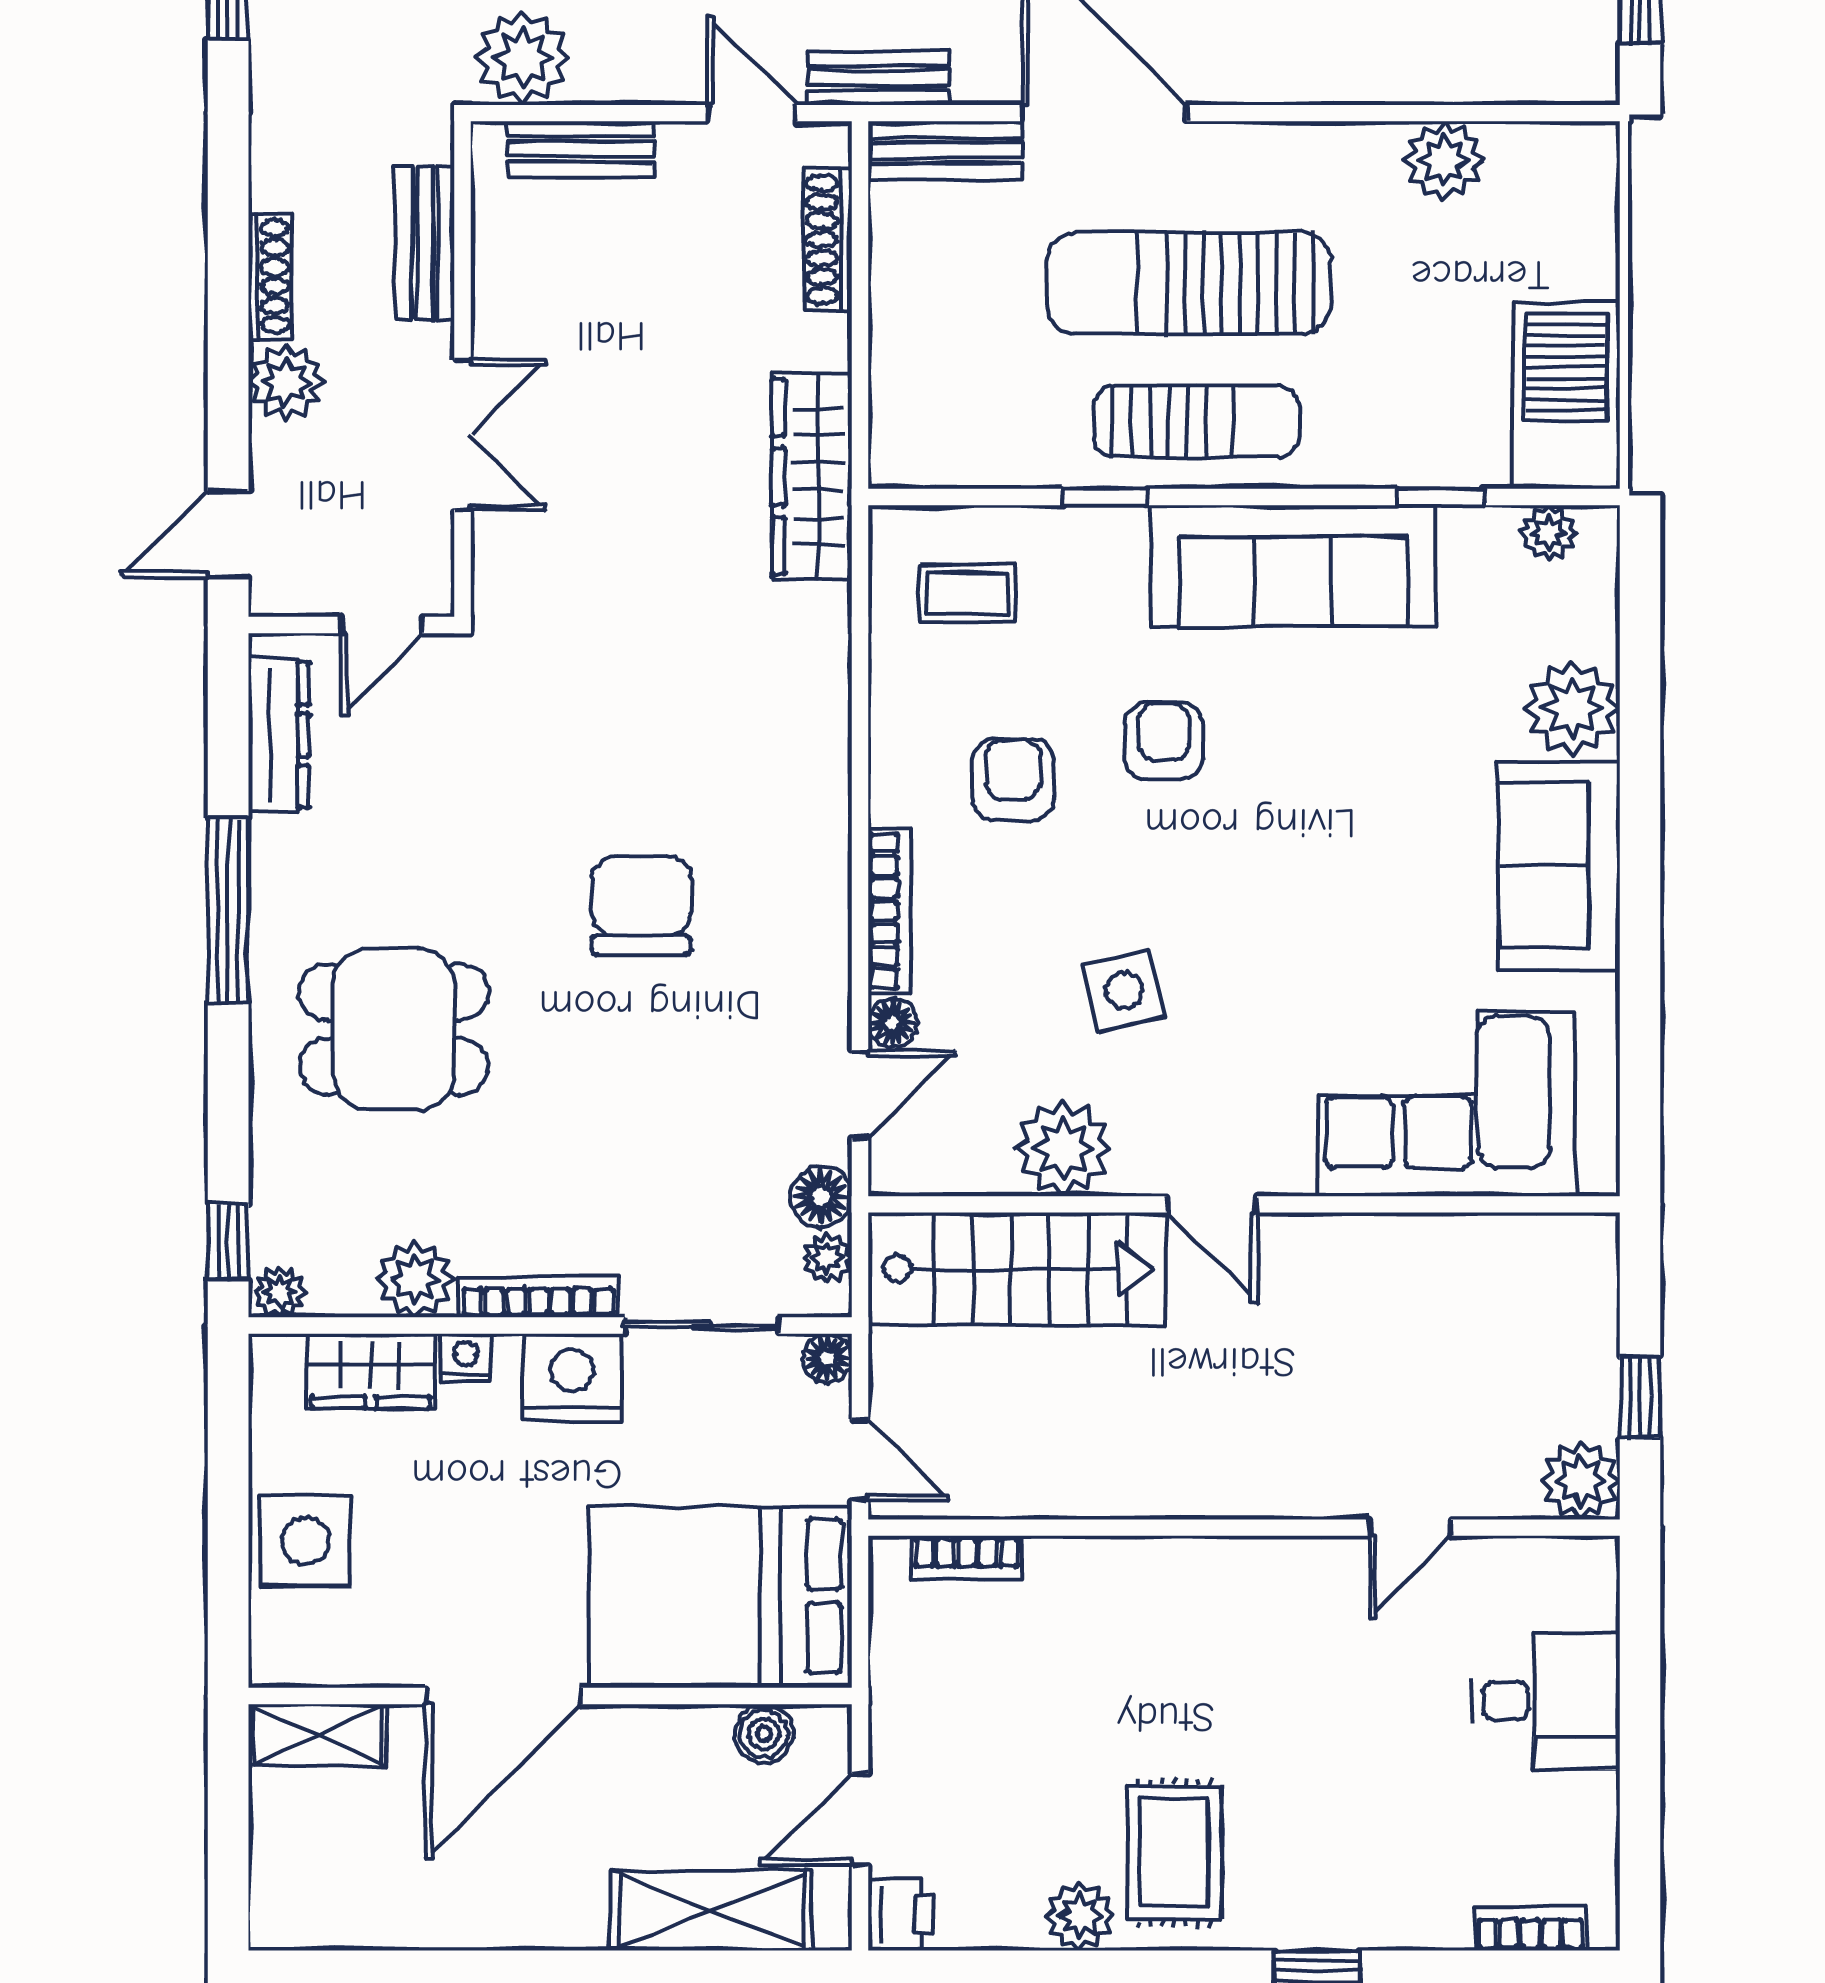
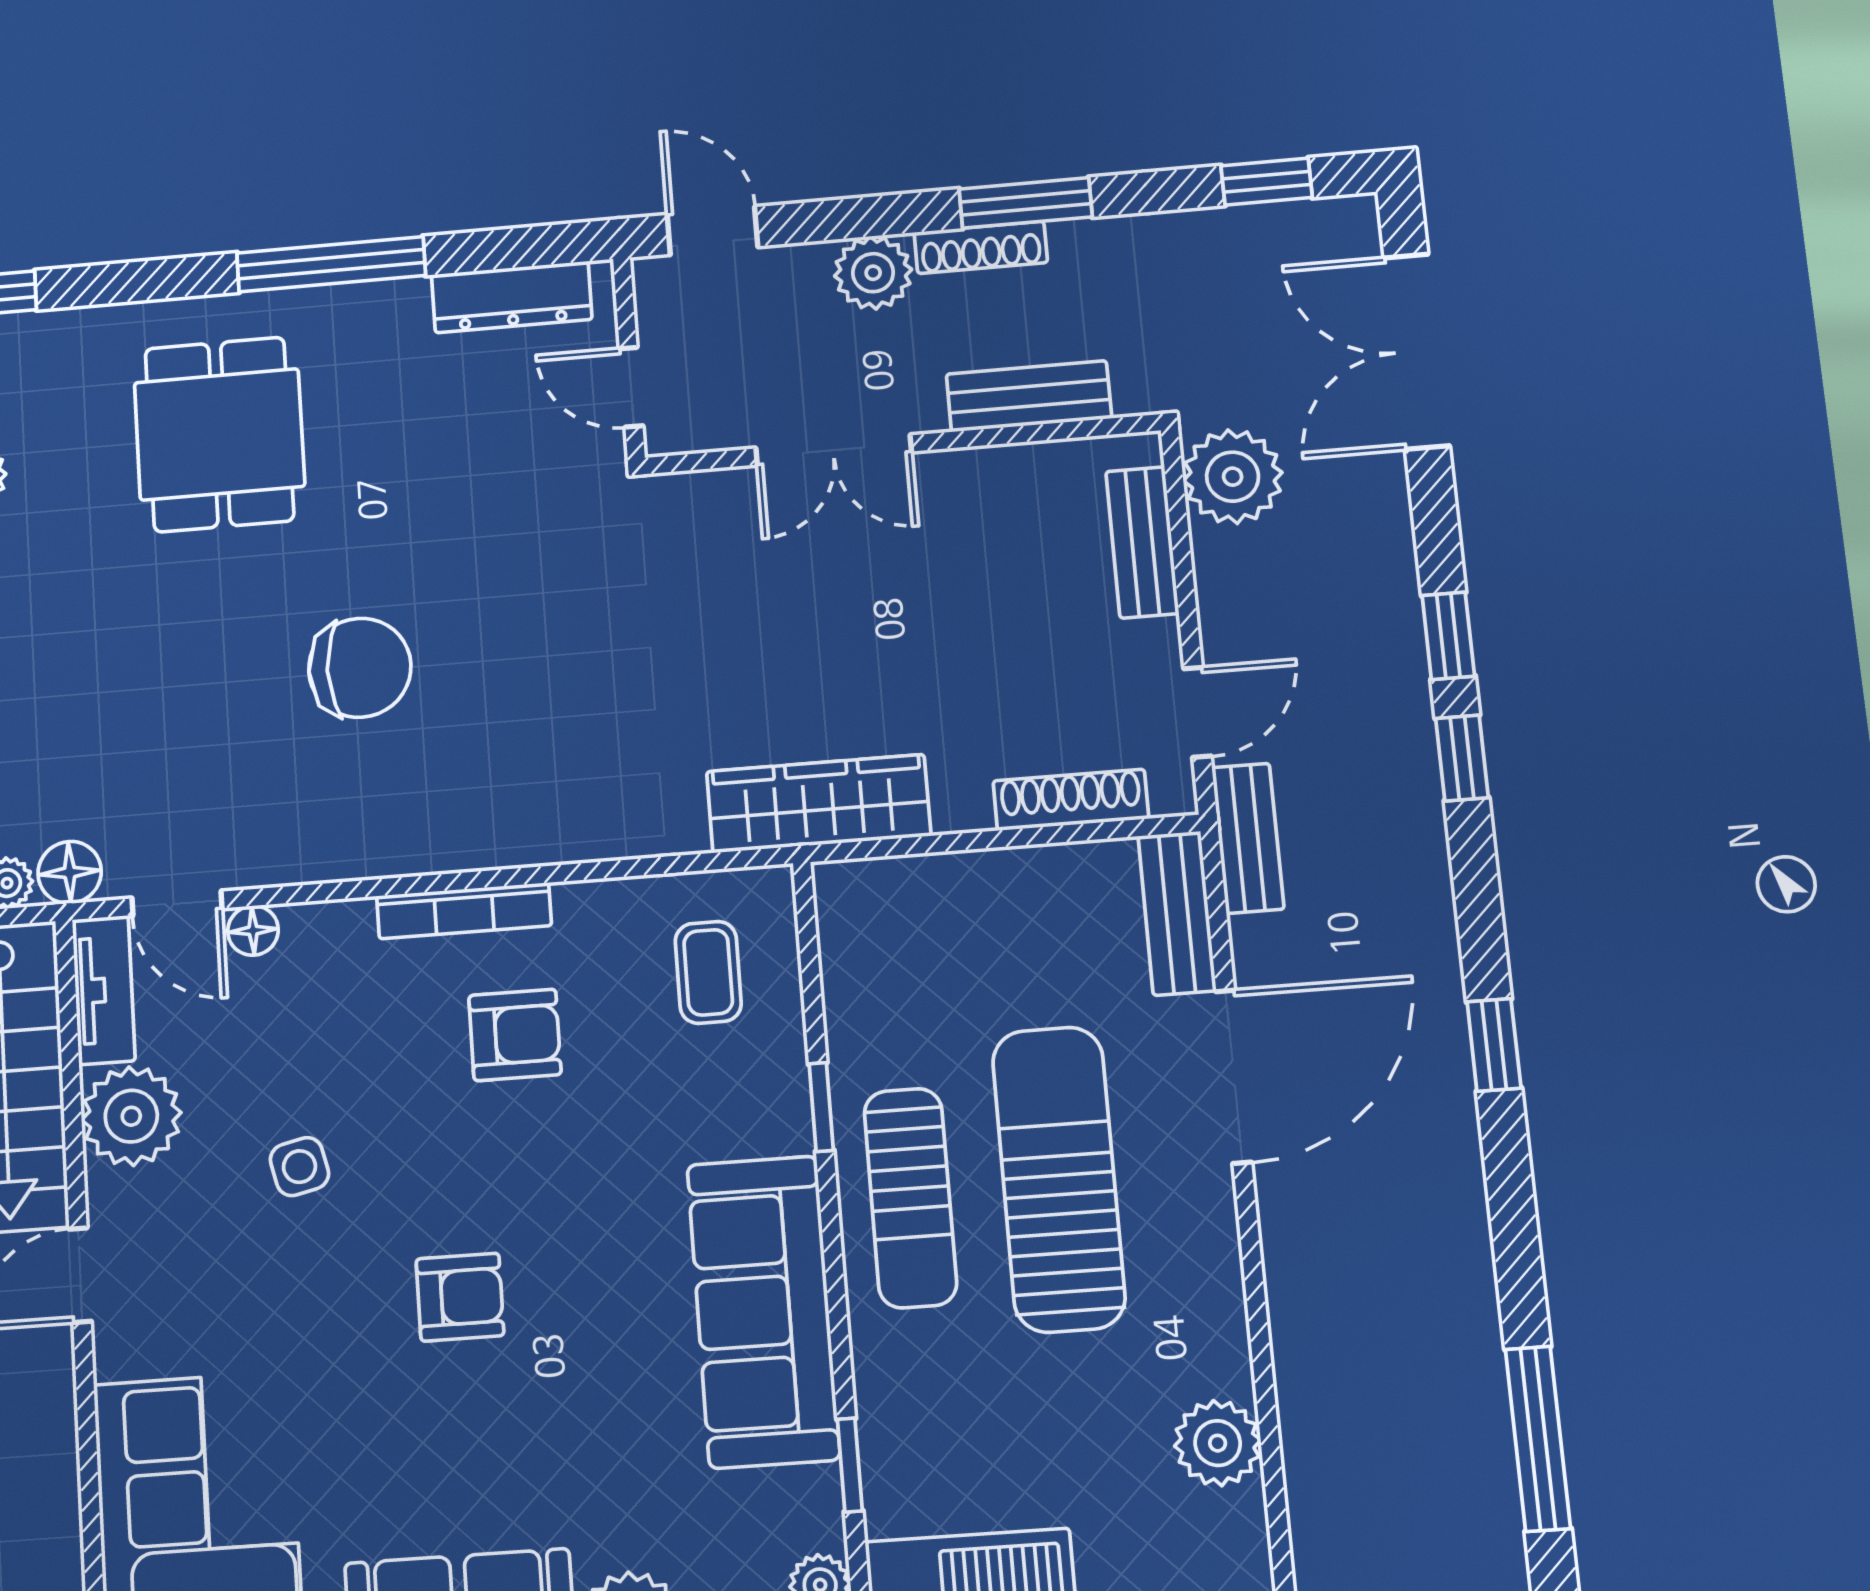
window: (228, 229) -> (1026, 203), added
armchair: (1164, 741) -> (460, 1297), moved
bookcase: (889, 911) -> (464, 911), moved
side table: (1124, 991) -> (299, 1167), width x0.73, depth x0.73
tv unit: (939, 1169) -> (104, 990), added

